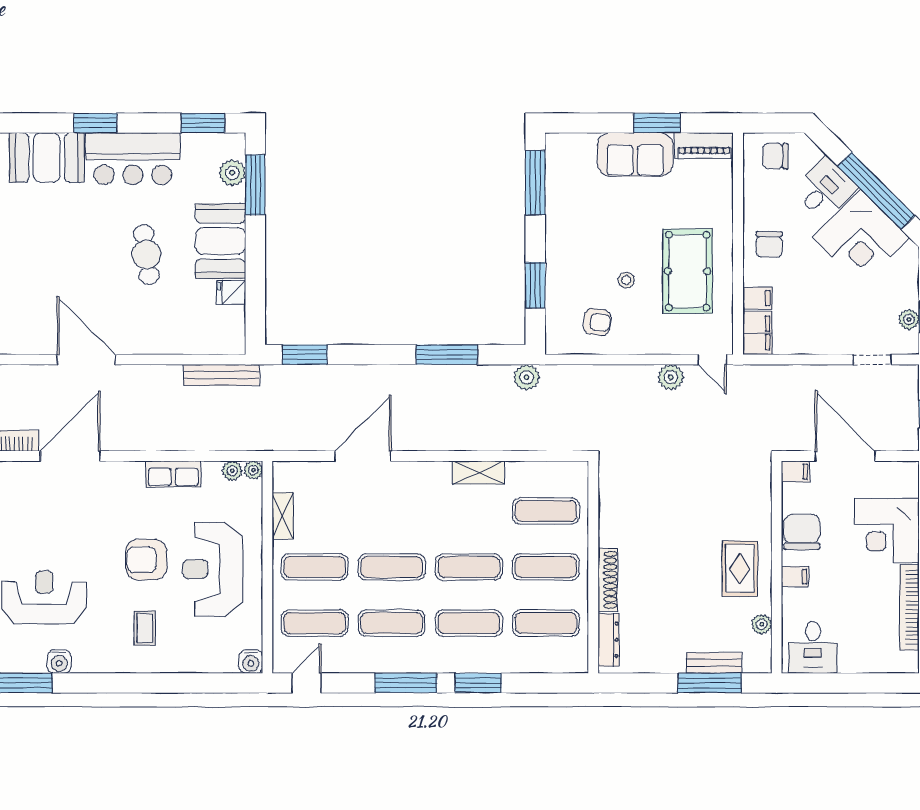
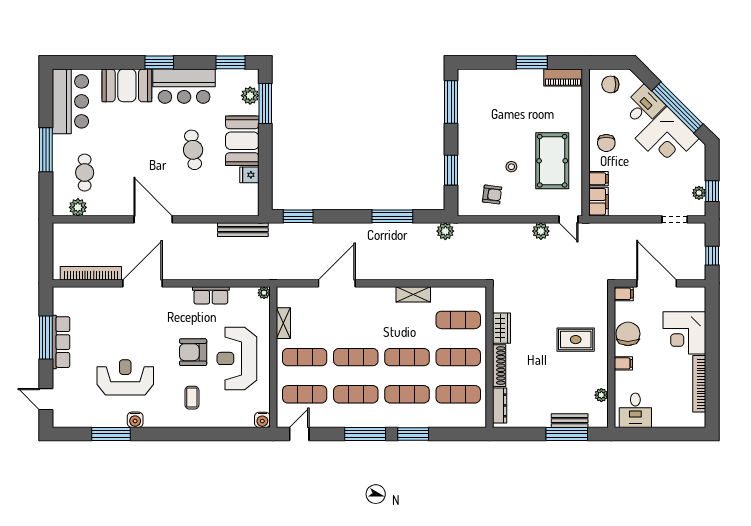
sofa: (635, 154) -> (517, 83), removed
plant: (232, 471) -> (250, 293), removed
wardrobe: (611, 523) -> (502, 328), added
rug: (740, 569) -> (576, 340), moved, turned 90

